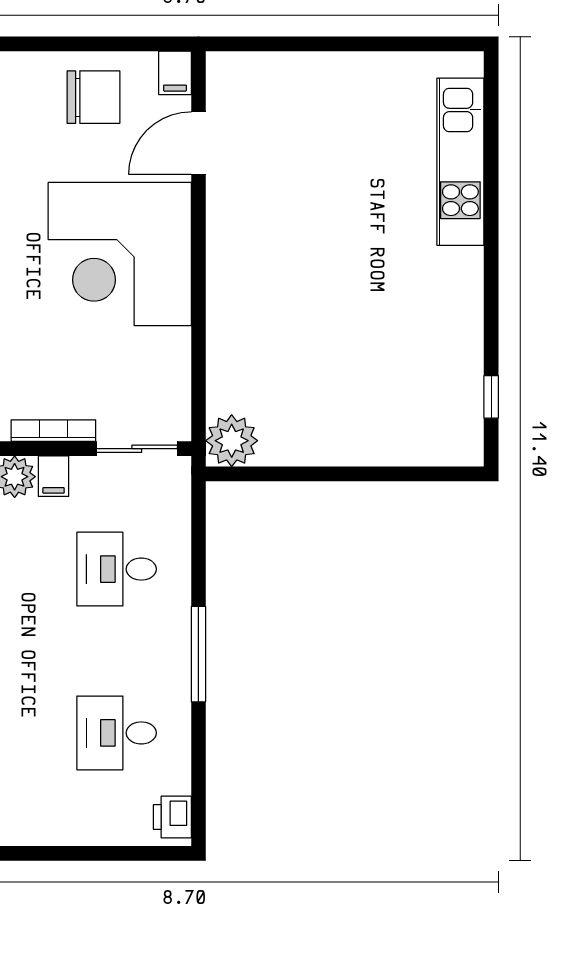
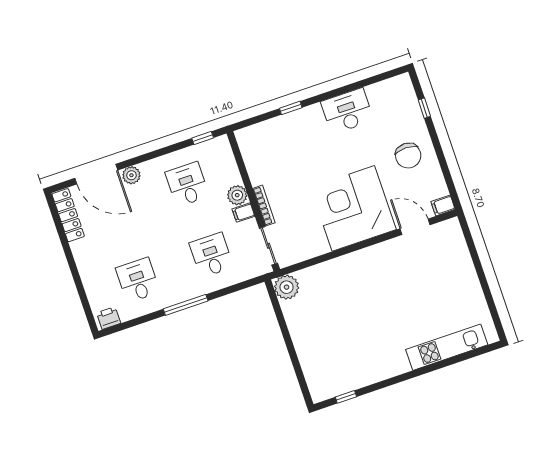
chair: (94, 97) -> (408, 156), moved

